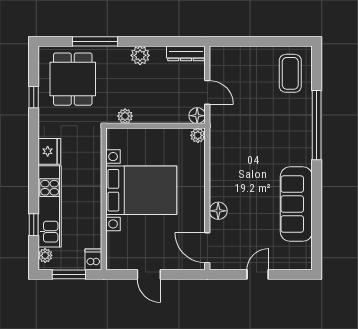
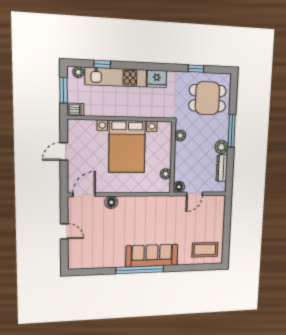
window: (95, 41) -> (232, 131), moved
dresser: (186, 53) -> (222, 168), moved
window: (317, 125) -> (140, 270), moved
plant: (198, 135) -> (166, 174), moved
sofa: (296, 204) -> (152, 256), moved

